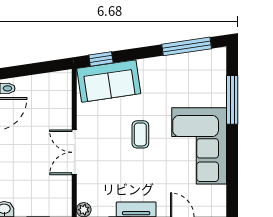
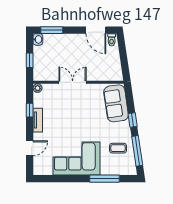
window: (101, 59) -> (133, 120), moved
coffee table: (140, 134) -> (118, 148), moved

